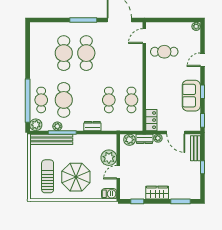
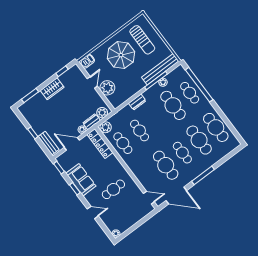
door: (144, 36) -> (149, 198), hinge flipped
cafe table: (164, 52) -> (113, 189), moved
cafe table: (41, 53) -> (216, 127), added
cafe table: (86, 53) -> (182, 153), width x0.73, depth x0.74
cafe table: (109, 53) -> (166, 165), added
door: (202, 60) -> (93, 212), hinge flipped
locker: (151, 120) -> (100, 144), width x1.53
plant: (36, 125) -> (106, 127), moved

